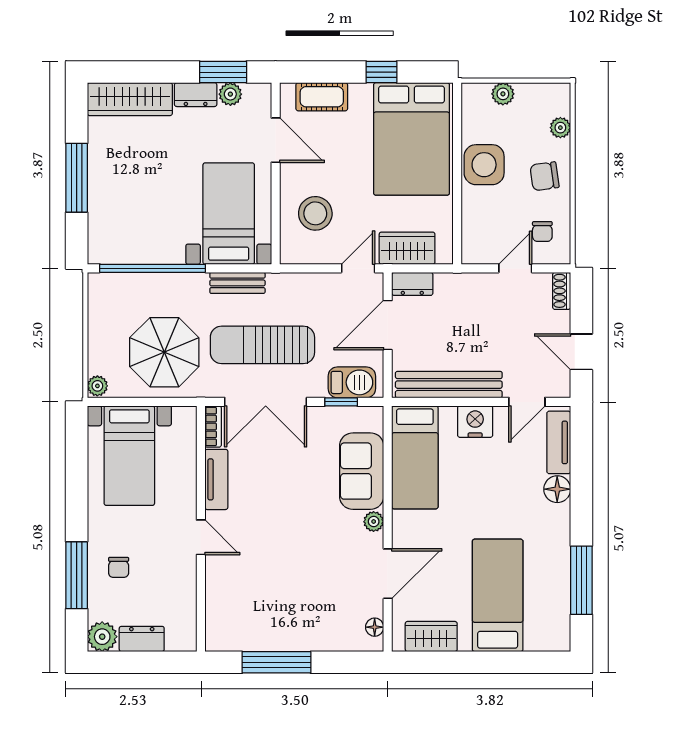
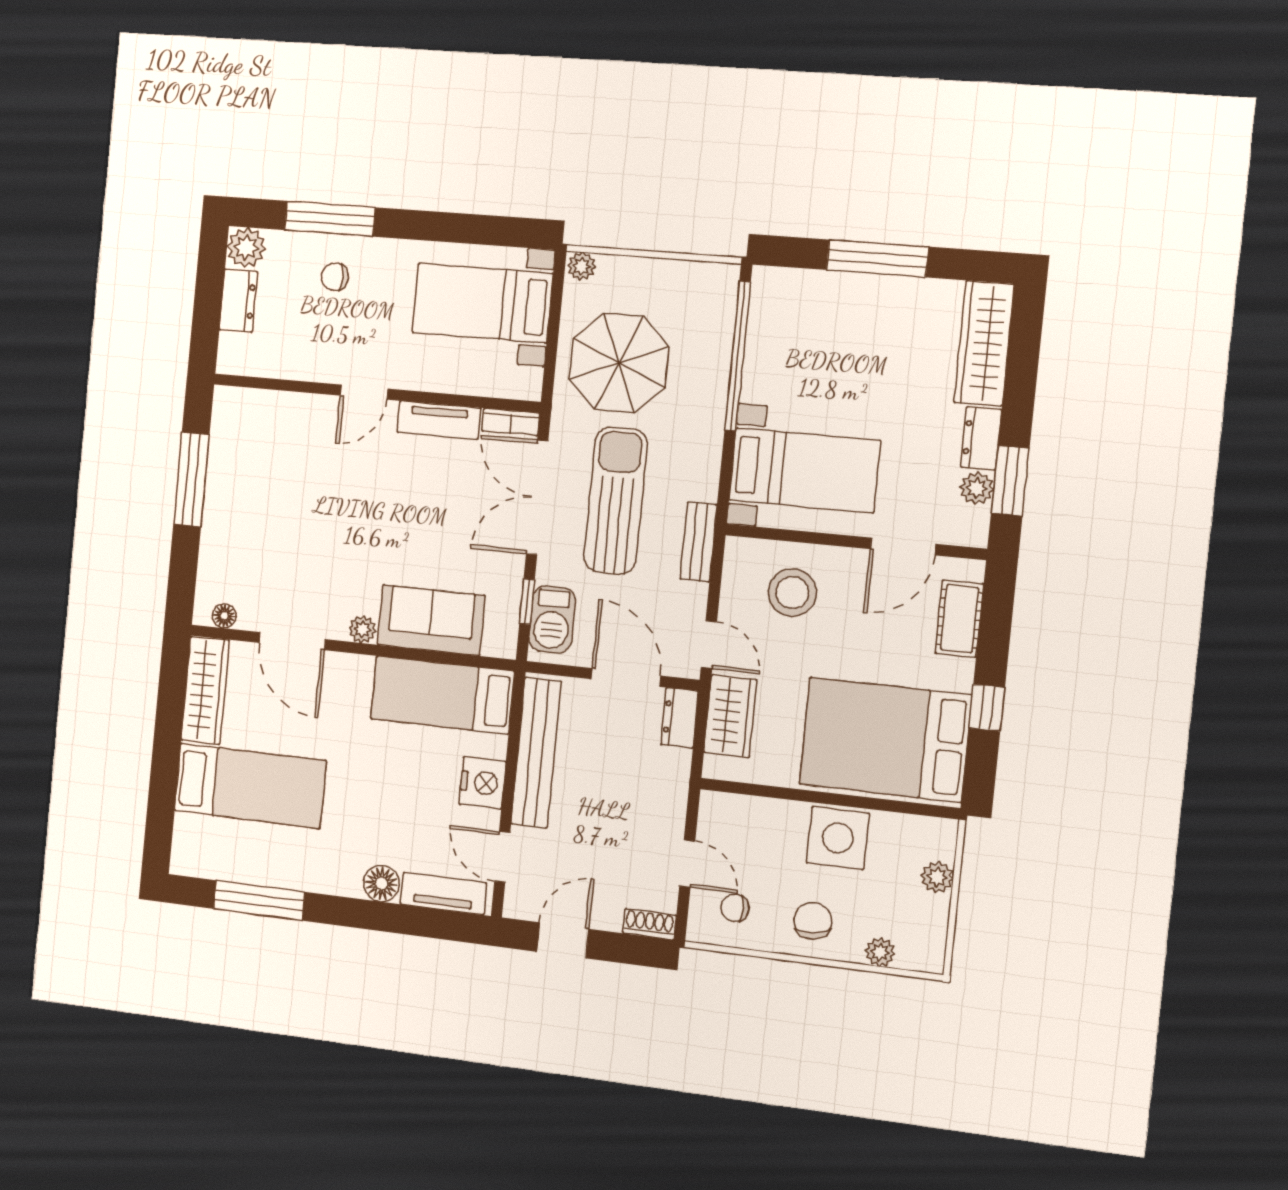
bench: (237, 283) -> (699, 542), moved
wardrobe: (431, 637) -> (205, 690), width x1.50

